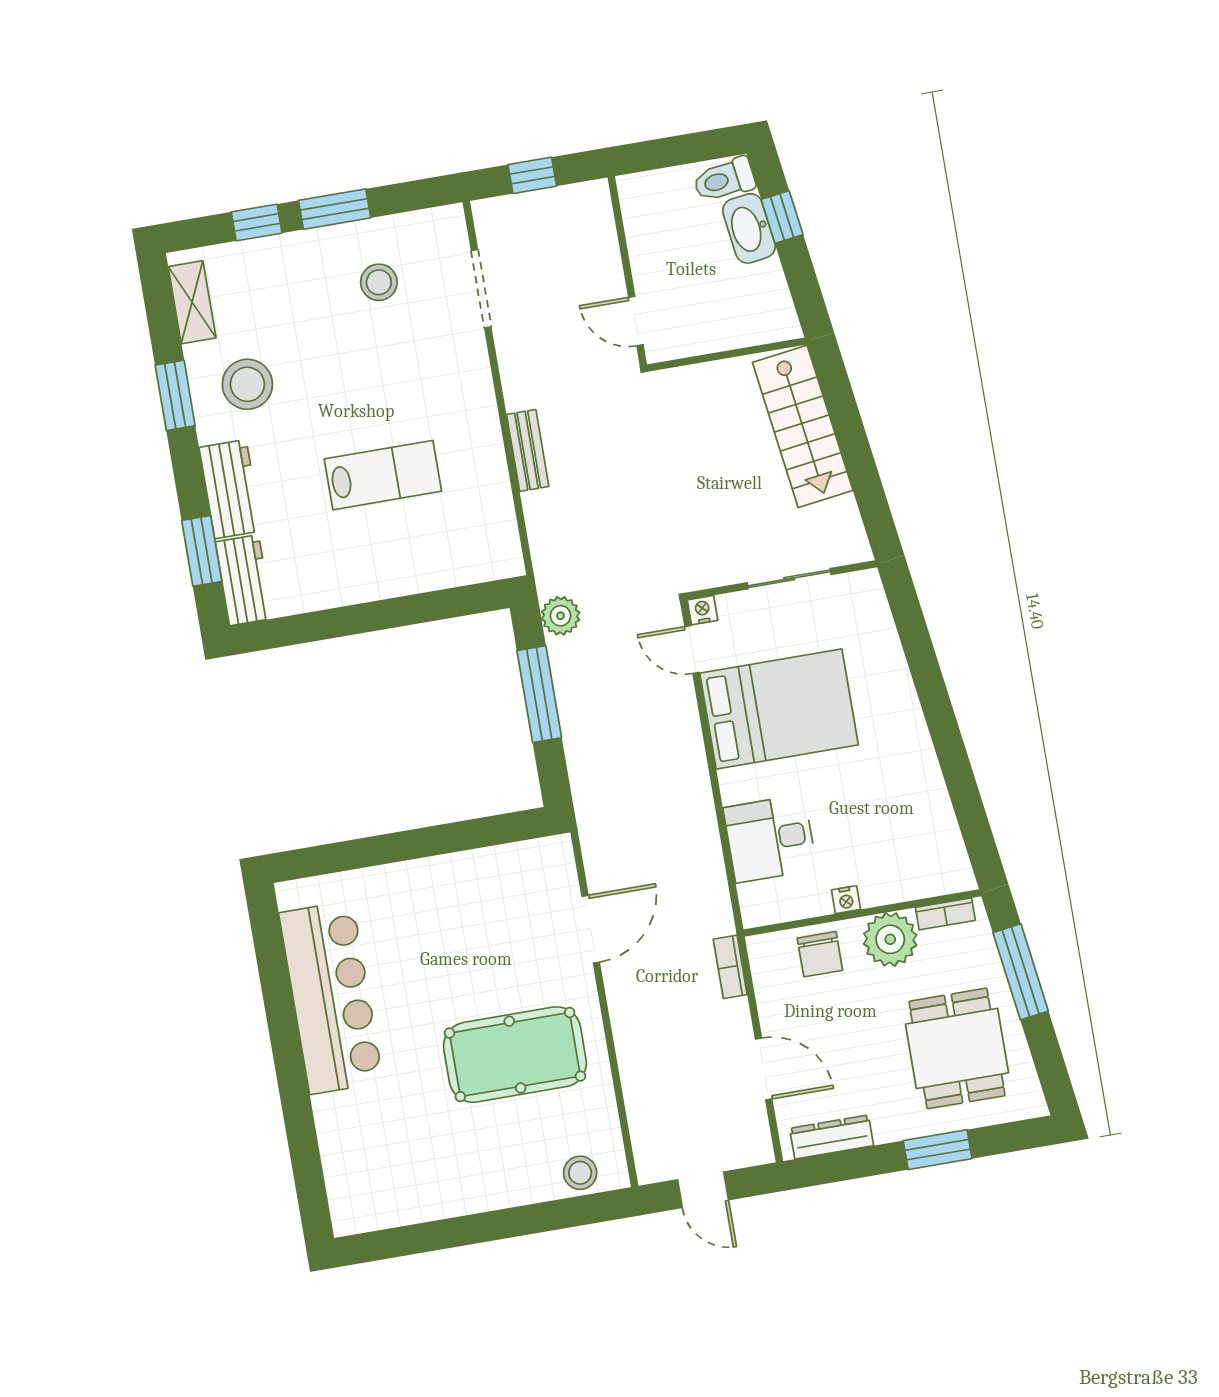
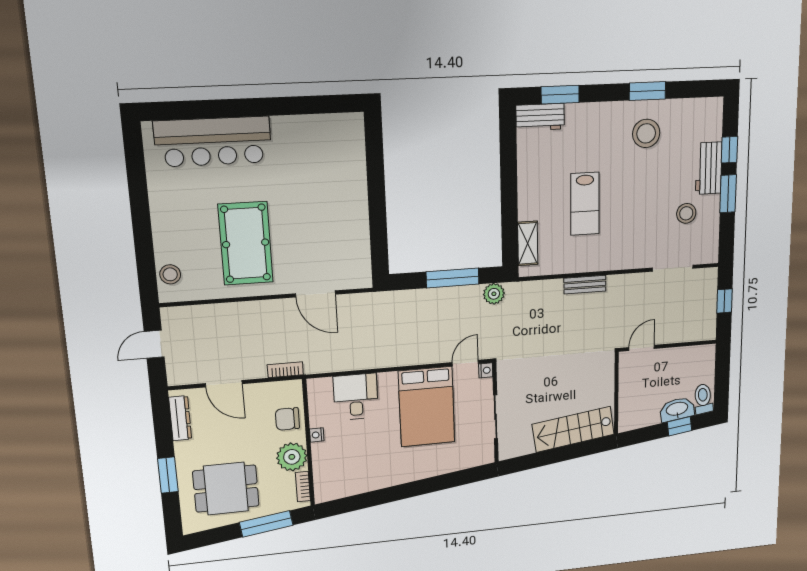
shelving: (192, 302) -> (528, 243), moved, turned 90
workbench: (230, 489) -> (709, 168), moved, turned 90
bar counter: (331, 998) -> (213, 142), moved
door: (764, 1069) -> (224, 384), hinge flipped

